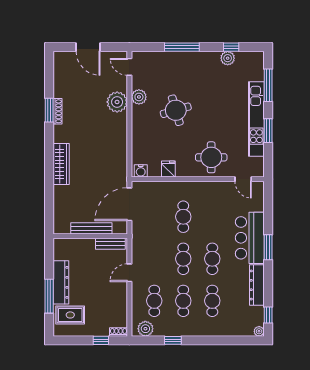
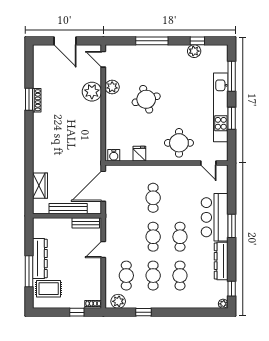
wardrobe: (61, 164) -> (40, 186), moved, width x0.67

